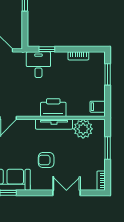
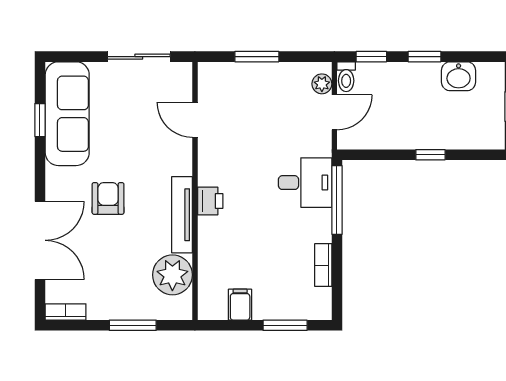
window: (47, 49) -> (337, 200), width x2.17
filing cabinet: (98, 107) -> (240, 305), moved
printer: (53, 108) -> (210, 201), width x0.53, depth x0.68
double door: (66, 193) -> (40, 240), width x1.37

